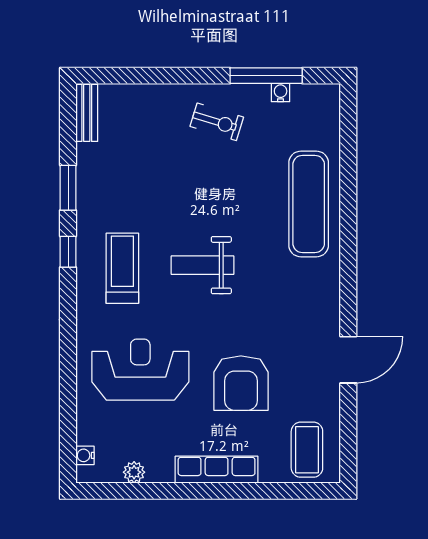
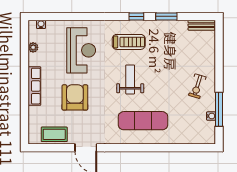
exercise mat: (309, 204) -> (143, 121), moved
armchair: (241, 383) -> (75, 97), turned 90
coffee table: (307, 450) -> (54, 134), moved

